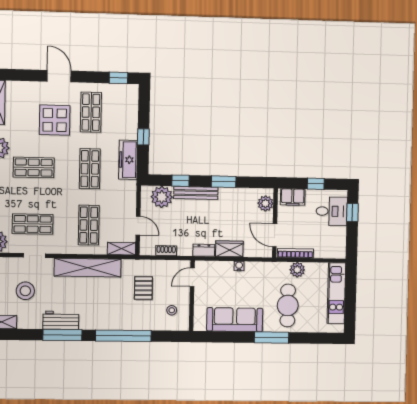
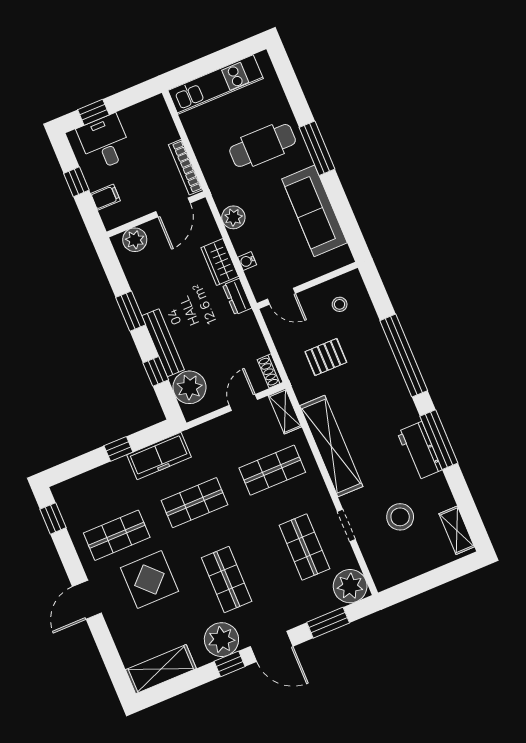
filing cabinet: (293, 197) -> (106, 197), width x0.50
shoe rack: (166, 251) -> (270, 371), moved
water cooler: (239, 266) -> (247, 261), moved
plant: (297, 270) -> (233, 217), moved

